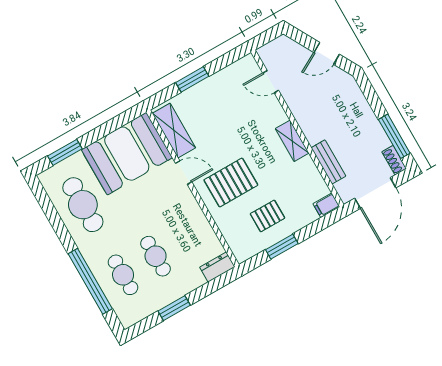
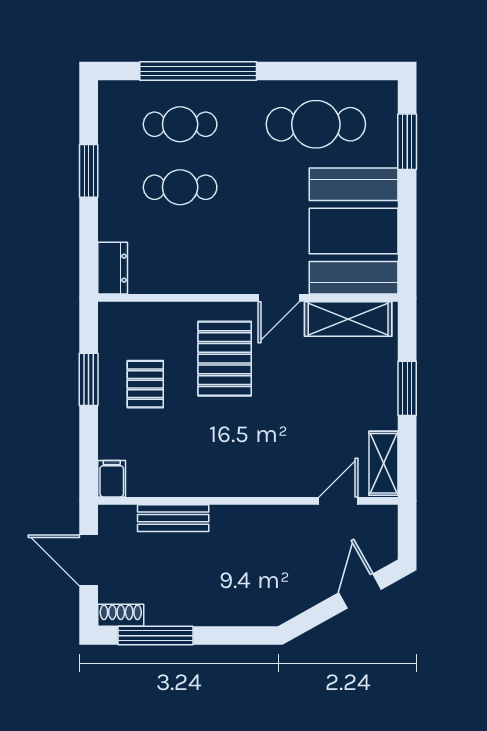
door: (327, 53) -> (360, 591), moved
shelving: (292, 141) -> (384, 463), moved, turned 90
door: (375, 193) -> (89, 560), width x0.73

